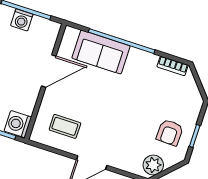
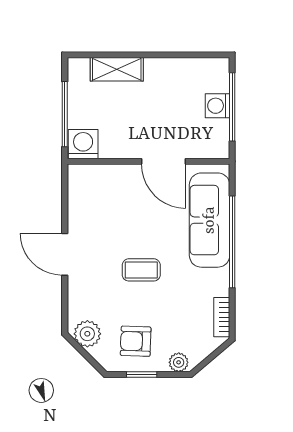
sofa: (101, 52) -> (210, 220), width x1.36
plant: (195, 107) -> (179, 362), added
coffee table: (65, 126) -> (141, 270), moved, turned 90

